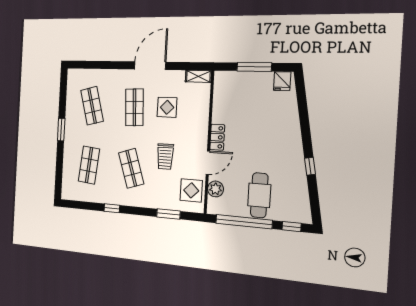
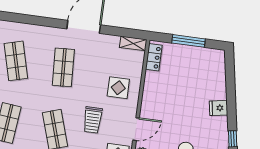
fridge: (282, 81) -> (218, 108), moved, turned 80
display table: (167, 107) -> (118, 88), moved
locker: (217, 137) -> (154, 57), moved

